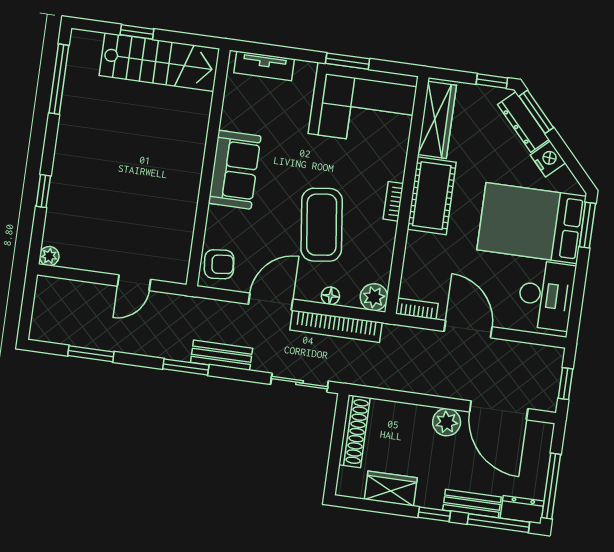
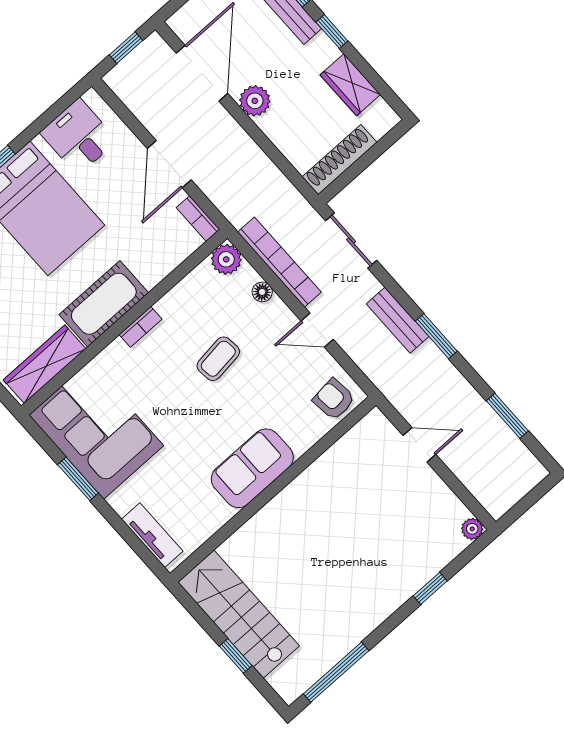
coffee table: (322, 225) -> (218, 359), width x0.54, depth x0.58
desk: (546, 295) -> (79, 137), width x0.73
door: (271, 302) -> (317, 330), width x0.73

